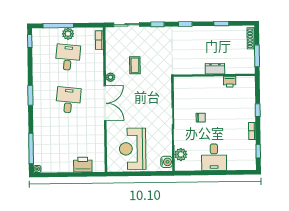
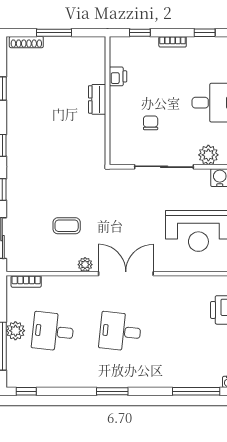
dresser: (215, 69) -> (97, 99), moved
wall: (214, 75) -> (108, 101), moved
printer: (230, 82) -> (118, 76), moved

